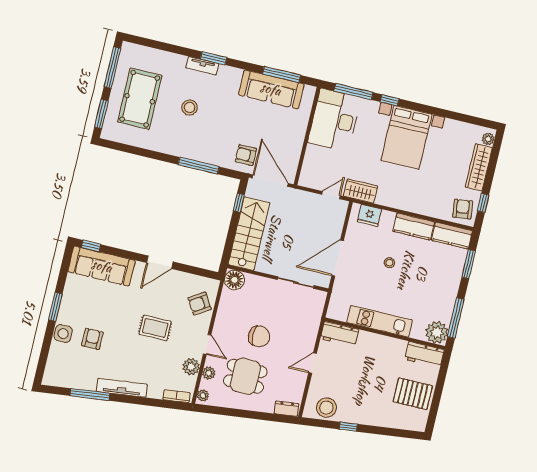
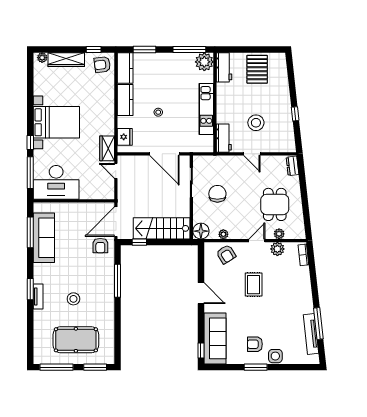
chair: (259, 336) -> (217, 194), moved
armchair: (92, 339) -> (255, 344), moved
tv unit: (122, 388) -> (311, 334), moved
plant: (203, 396) -> (223, 234), moved
stool: (326, 408) -> (256, 123), moved

